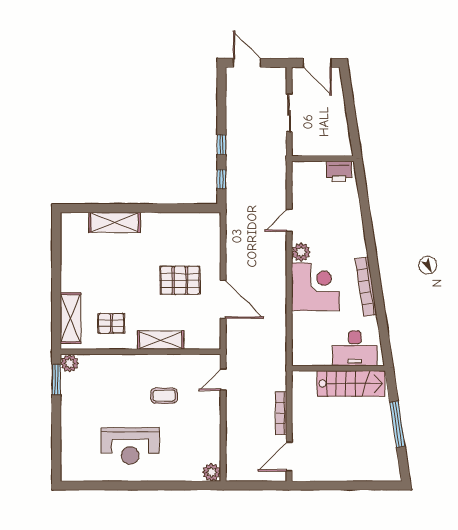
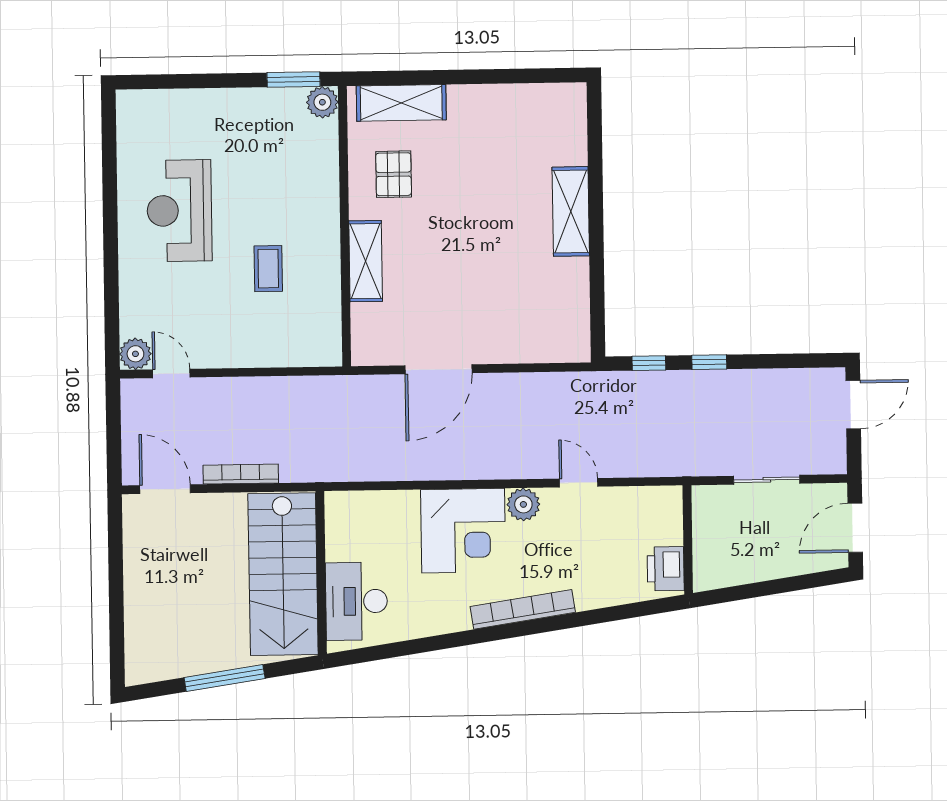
shelving: (115, 222) -> (571, 211), moved
pallet: (180, 280) -> (471, 293), removed
bookcase: (366, 287) -> (523, 609), moved
door: (223, 380) -> (171, 373), moved
stairs: (351, 384) -> (283, 574), width x1.36, depth x1.51

